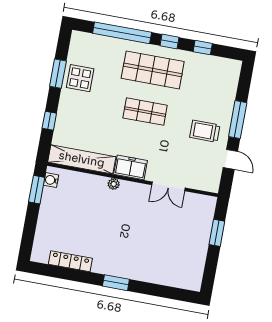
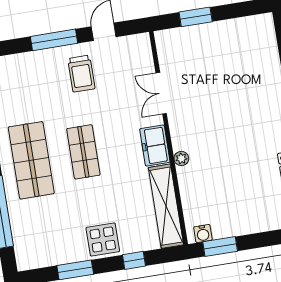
display table: (80, 78) -> (103, 240), moved
double door: (168, 186) -> (161, 93), swing flipped

